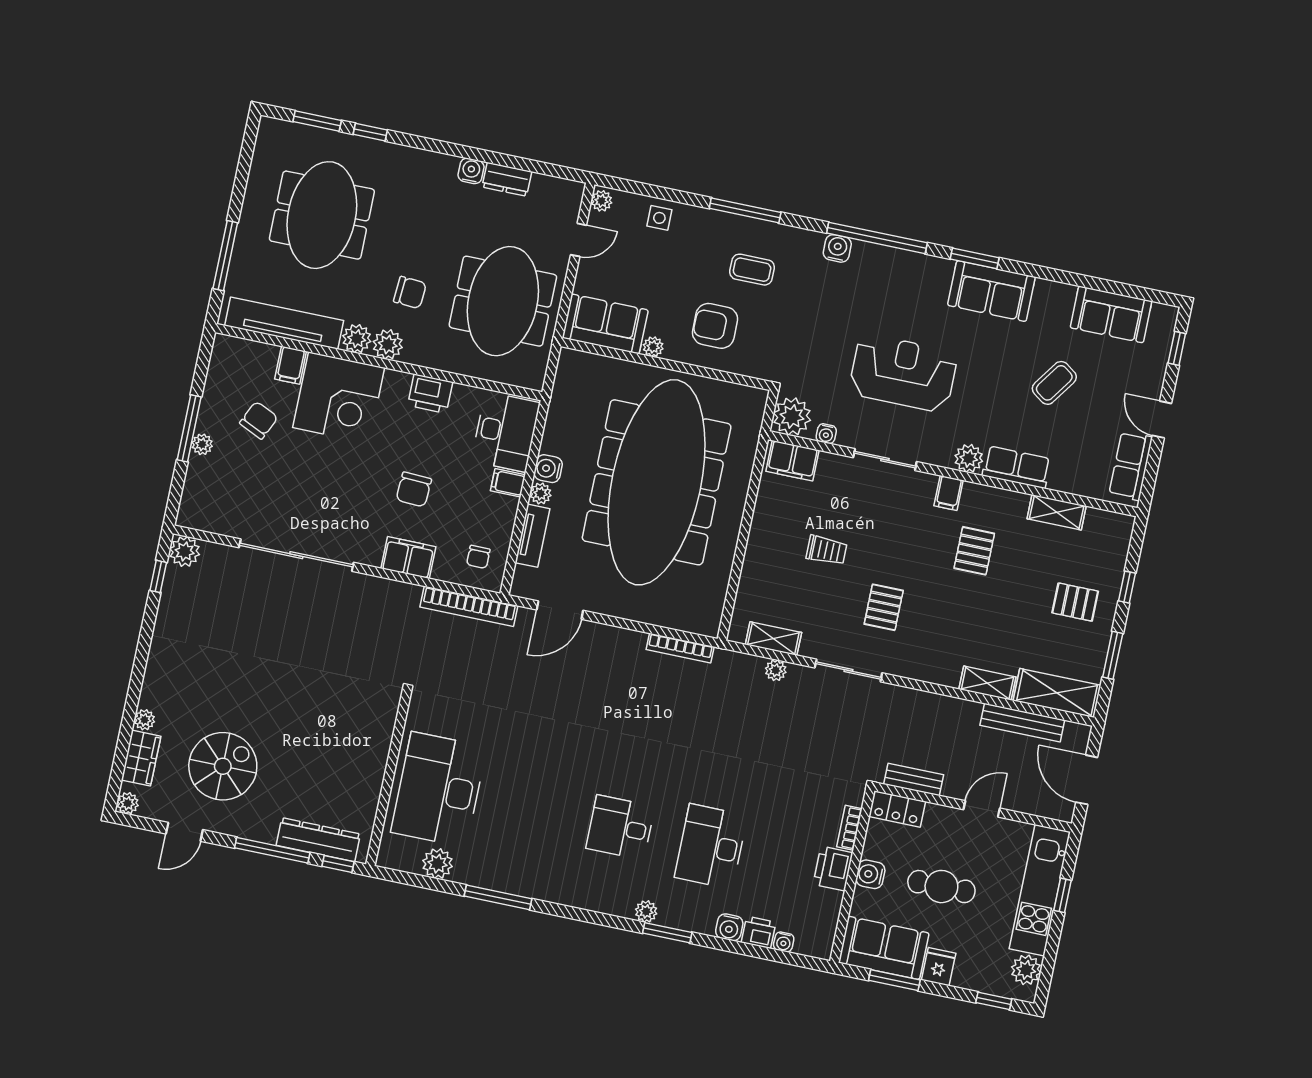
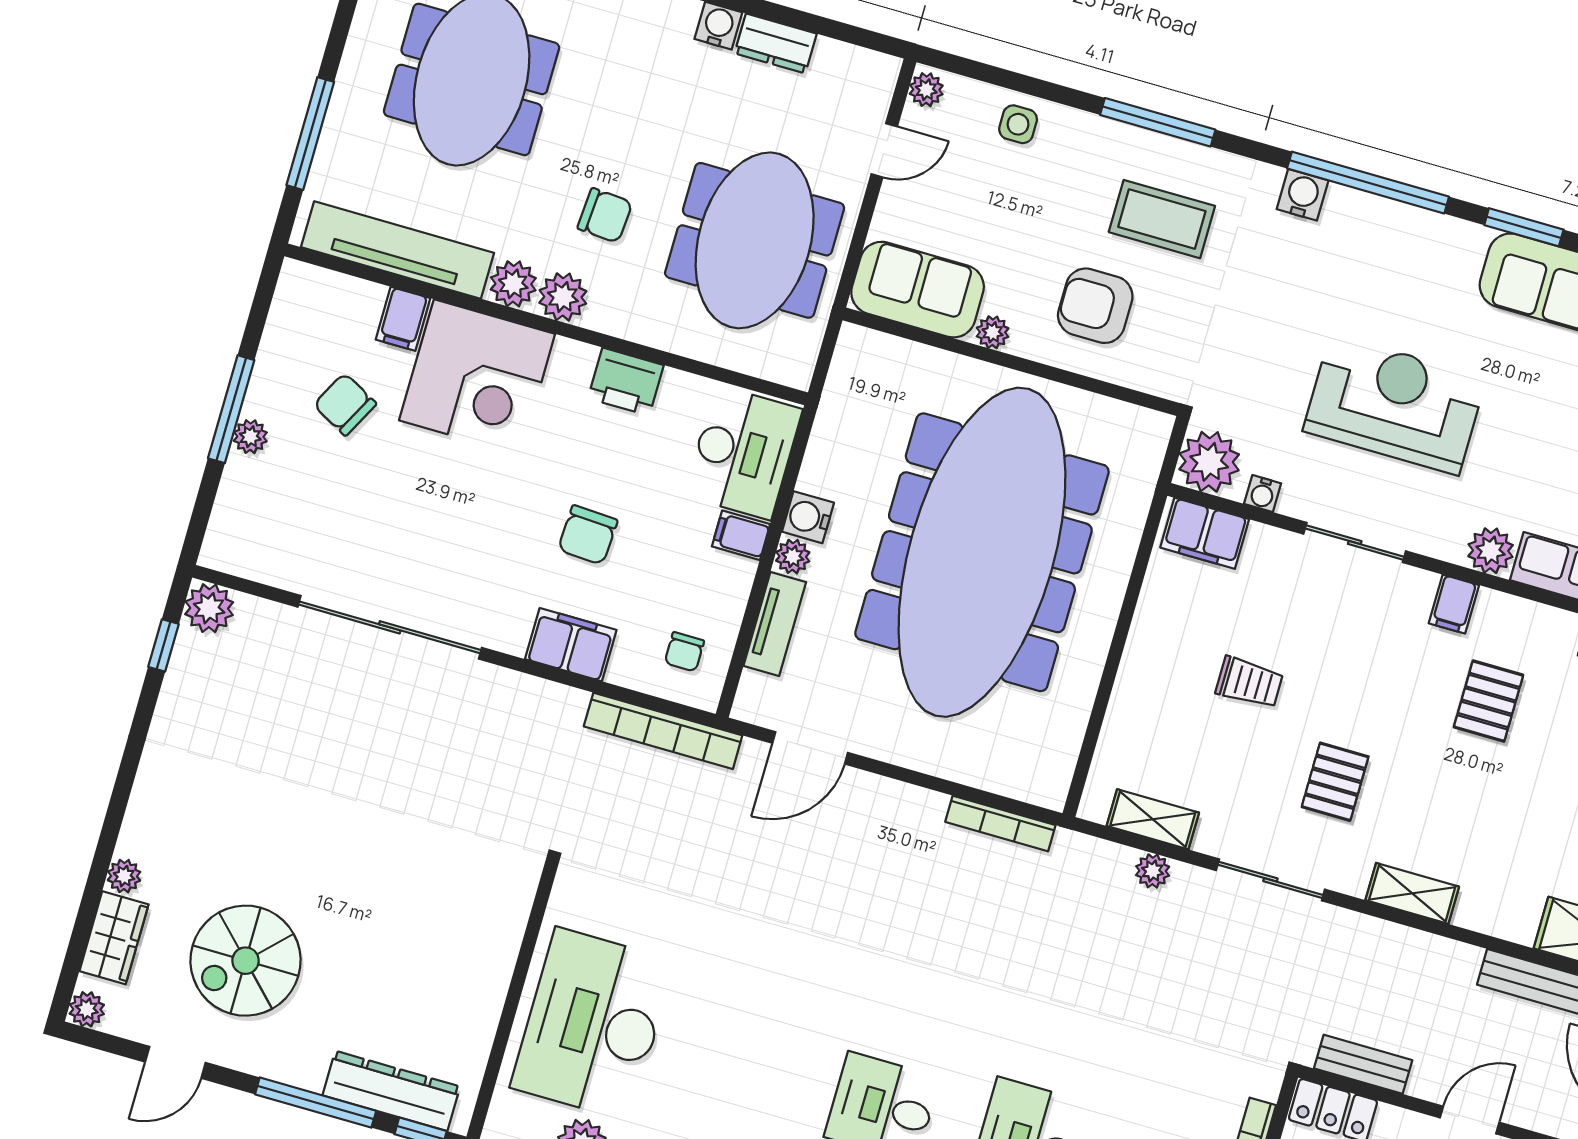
coffee table: (752, 270) -> (1162, 219), width x1.36, depth x1.30
chair: (259, 420) -> (345, 404), turned -87
shelving: (987, 683) -> (1412, 893), moved
spiral stairs: (223, 766) -> (246, 961), turned 180

